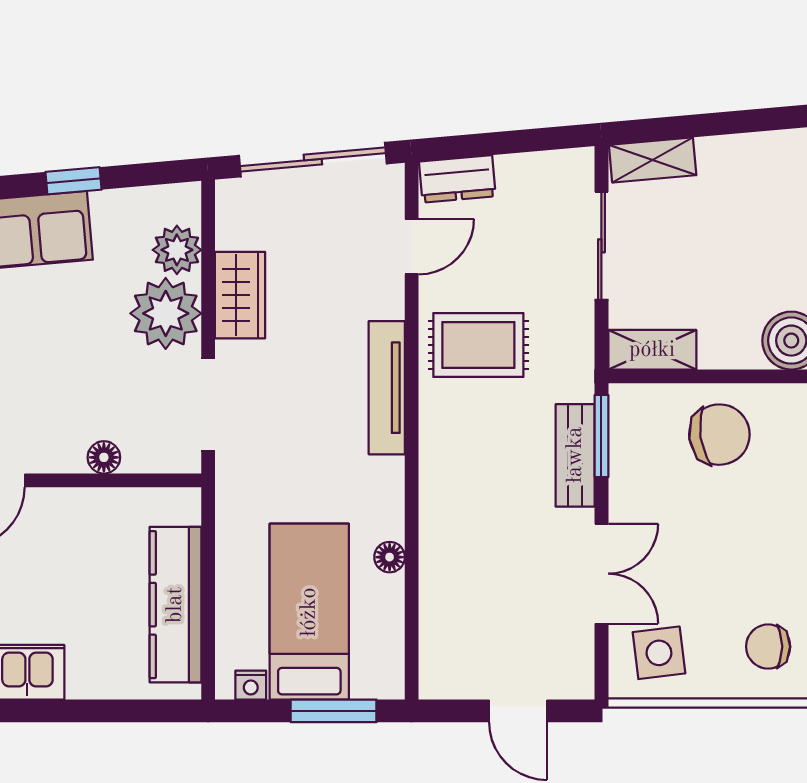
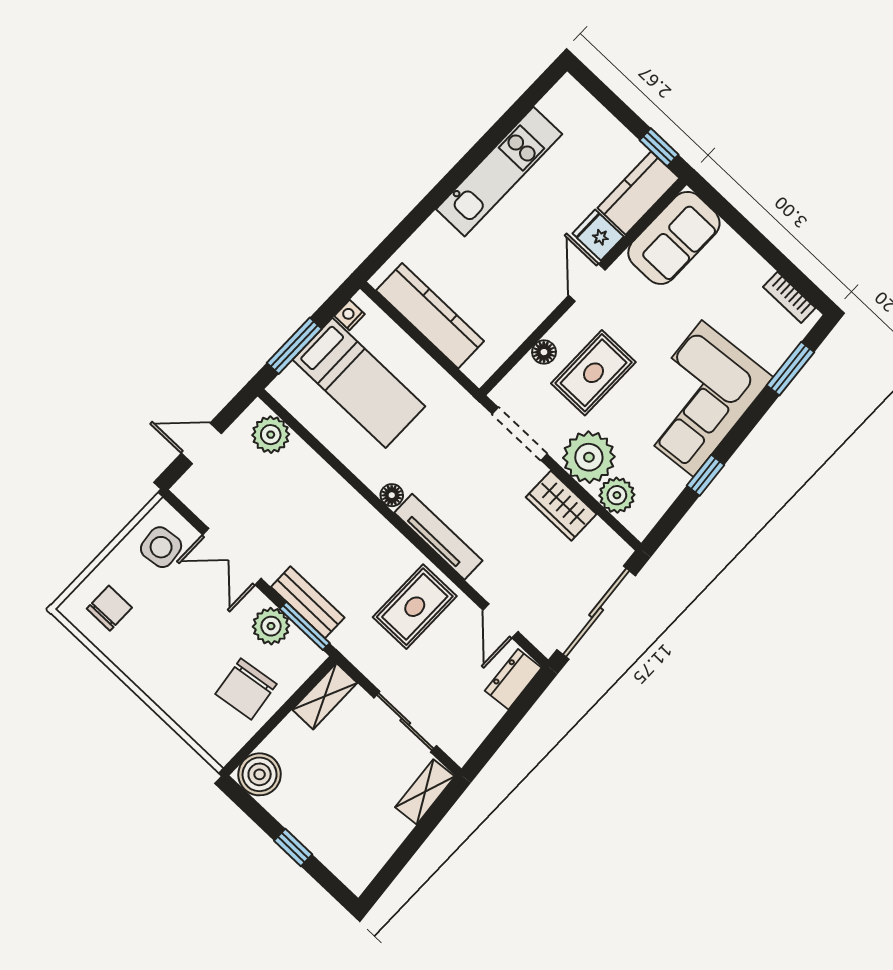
rug: (78, 389) -> (593, 373), added
plant: (633, 469) -> (271, 626), added
floor lamp: (390, 557) -> (392, 495), moved
plant: (444, 650) -> (271, 435), added

